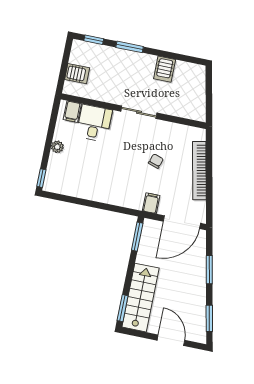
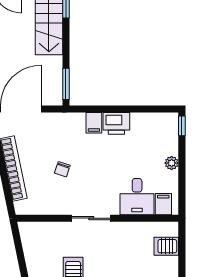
printer: (99, 192) -> (116, 123), added
filing cabinet: (151, 203) -> (94, 123), moved

